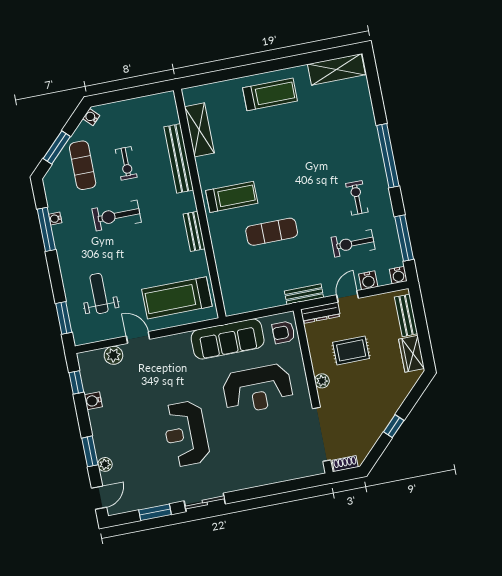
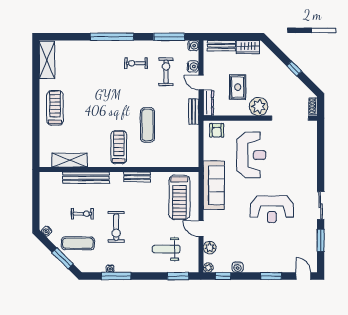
exercise bike: (353, 243) -> (166, 72), turned 180
door: (138, 338) -> (201, 229), hinge flipped
sofa: (228, 339) -> (214, 185), moved
plant: (322, 381) -> (259, 107), width x1.87, depth x1.87
plant: (105, 464) -> (208, 268), moved

